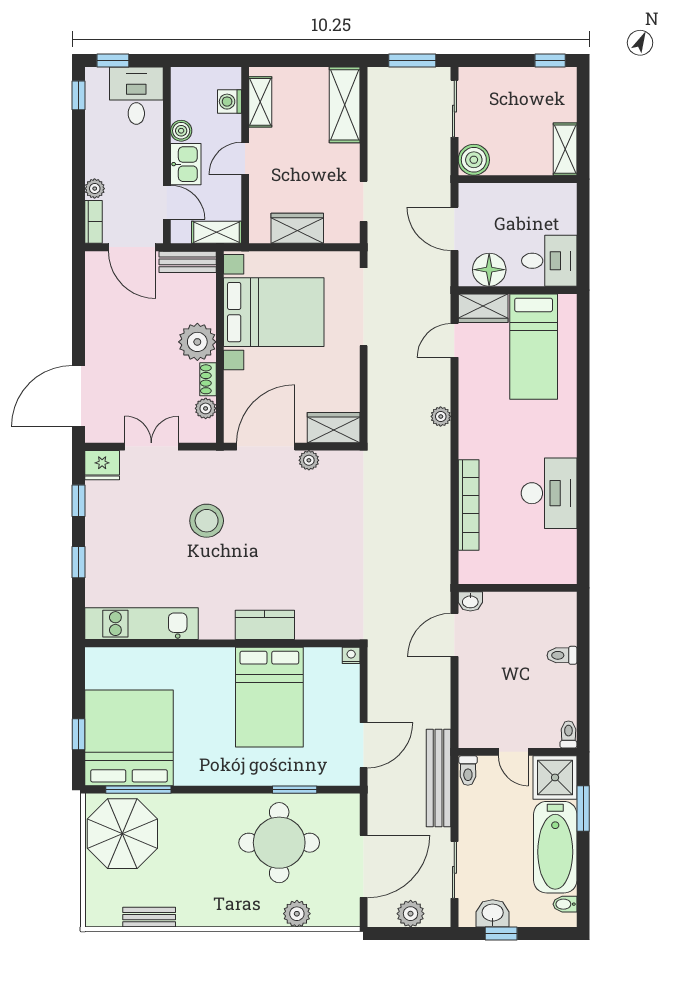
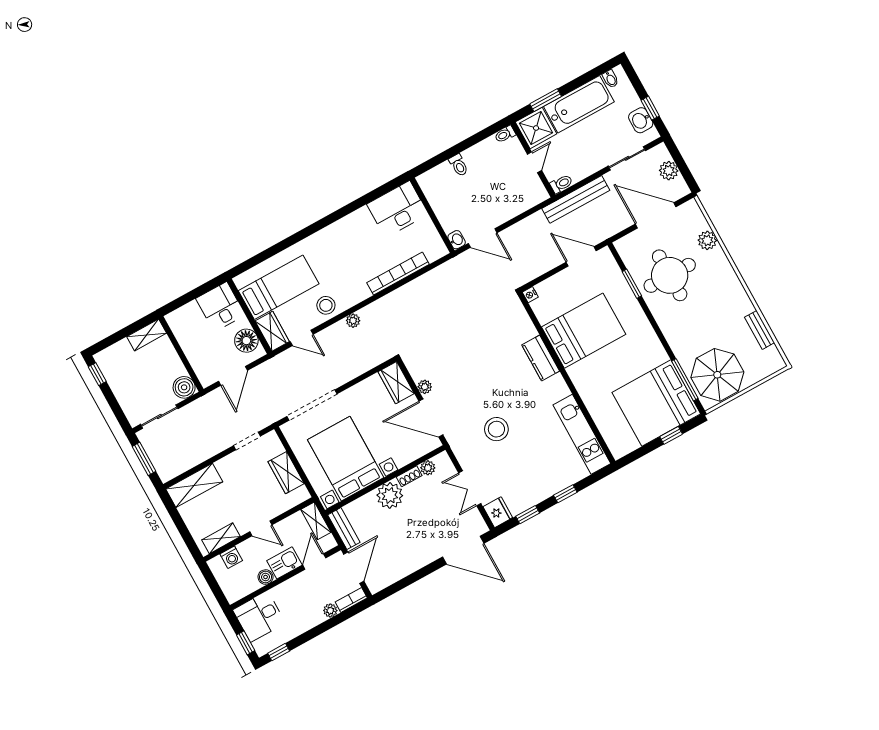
stool: (478, 393) -> (326, 305), added
desk: (549, 493) -> (398, 209), moved

